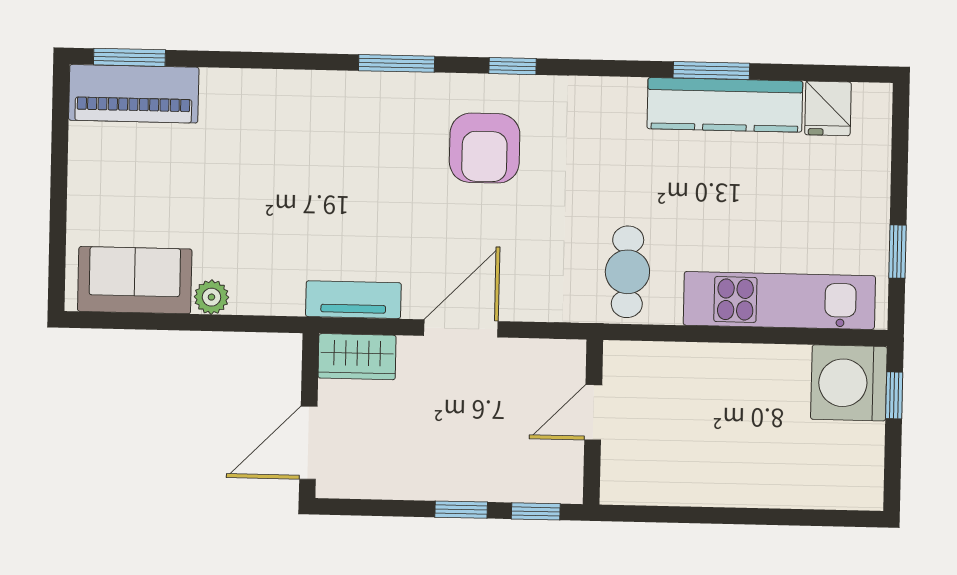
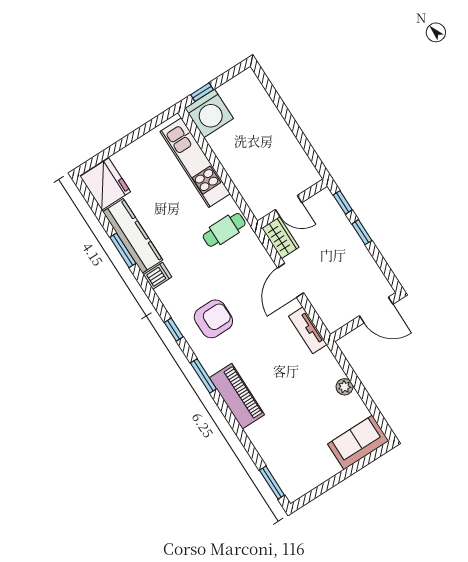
piano: (134, 94) -> (237, 396), moved
dishwasher: (626, 101) -> (158, 276), added
fridge: (828, 108) -> (105, 184), width x1.88, depth x1.34
window: (897, 252) -> (145, 129), removed
sofa: (135, 280) -> (358, 442), moved, turned 90
door: (461, 328) -> (291, 280), hinge flipped
wardrobe: (357, 357) -> (280, 238), moved

